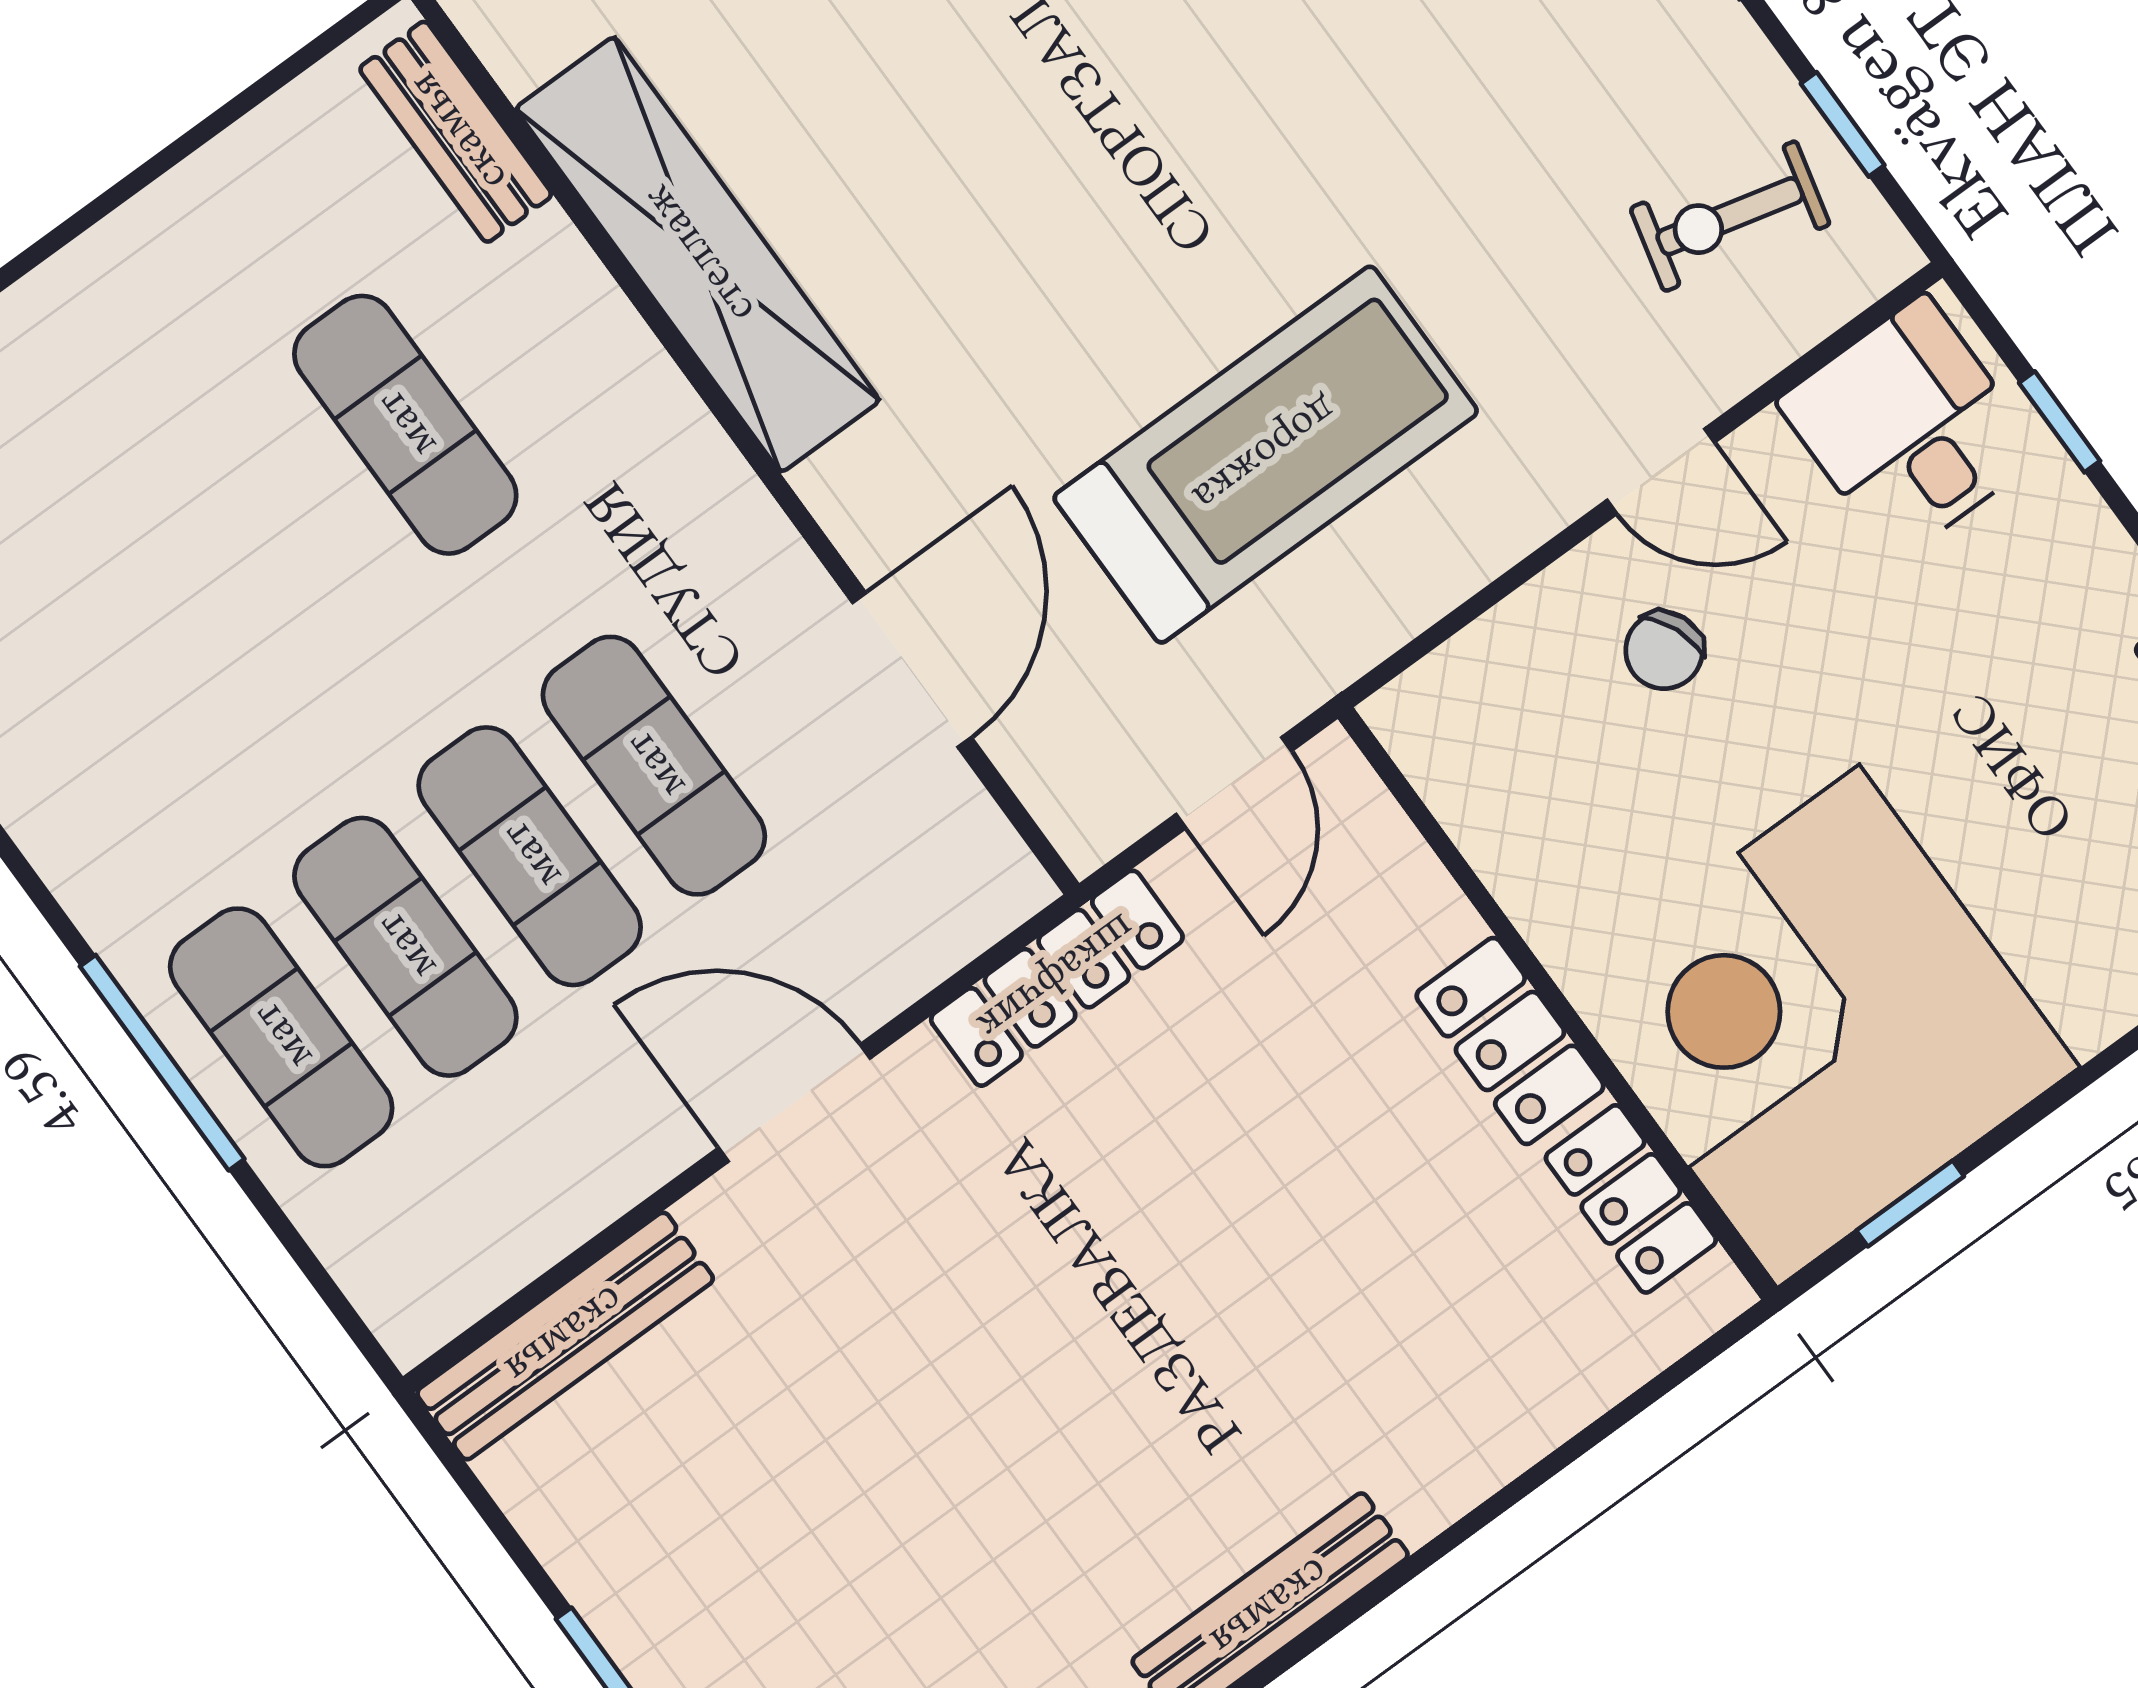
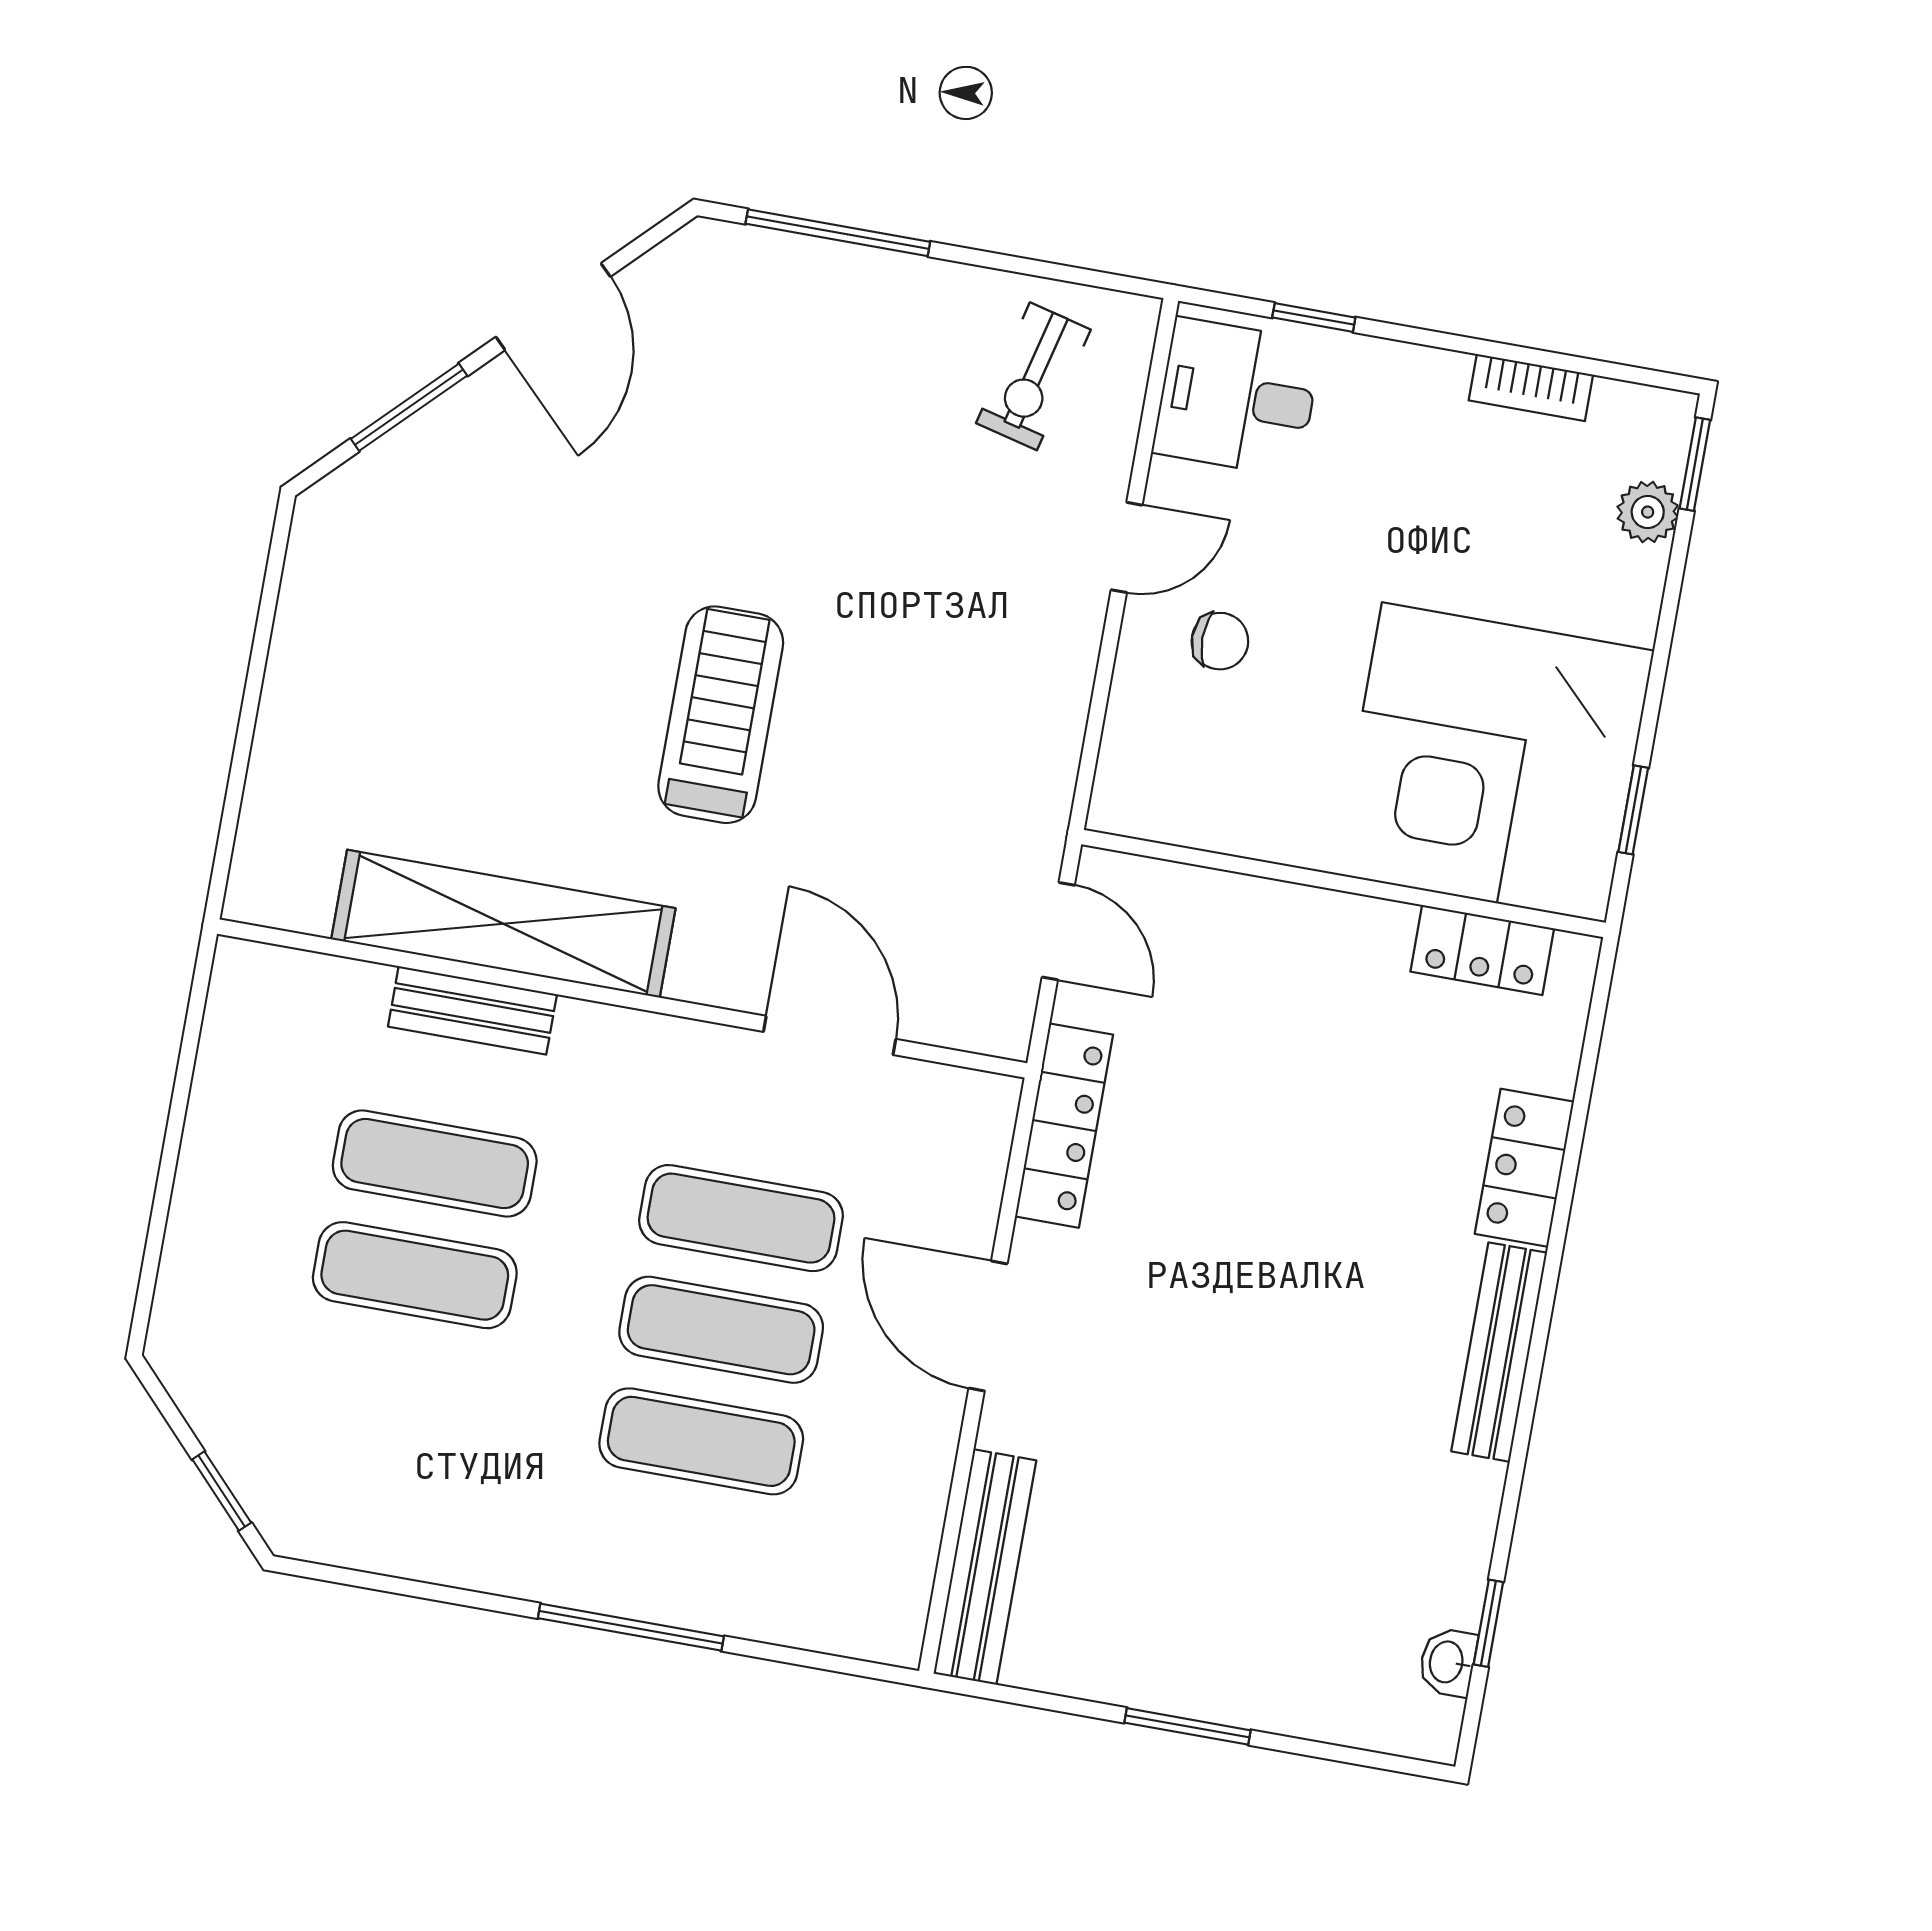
window: (1843, 124) -> (1046, 270), removed
bench: (456, 132) -> (472, 1010), moved
treadmill: (1266, 455) -> (721, 715), moved, width x0.73, depth x0.73
chair: (1664, 650) -> (1220, 641), turned -68
exercise mat: (281, 1037) -> (415, 1275), moved
locker: (1510, 1041) -> (1524, 1168), moved, turned 90
door: (794, 1103) -> (988, 1326), hinge flipped

